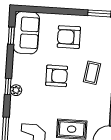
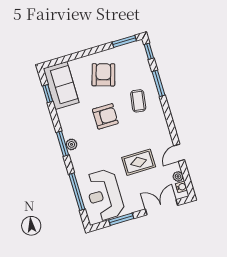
armchair: (69, 37) -> (103, 75), turned 107
window: (8, 86) -> (63, 144), width x1.50

